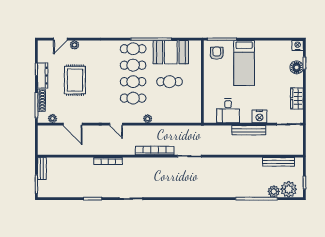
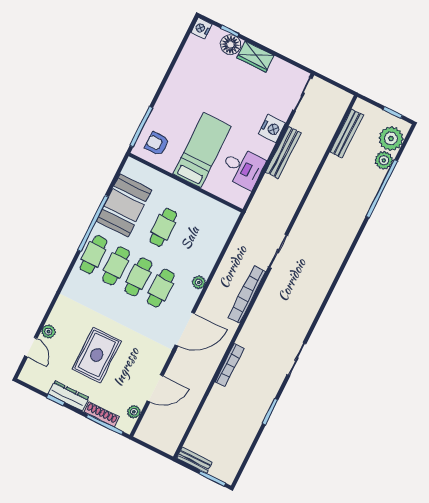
bed: (244, 63) -> (202, 150), moved, turned -90
rug: (75, 80) -> (97, 355), turned 90
wardrobe: (297, 99) -> (256, 57), moved
door: (116, 124) -> (185, 329), width x1.87

